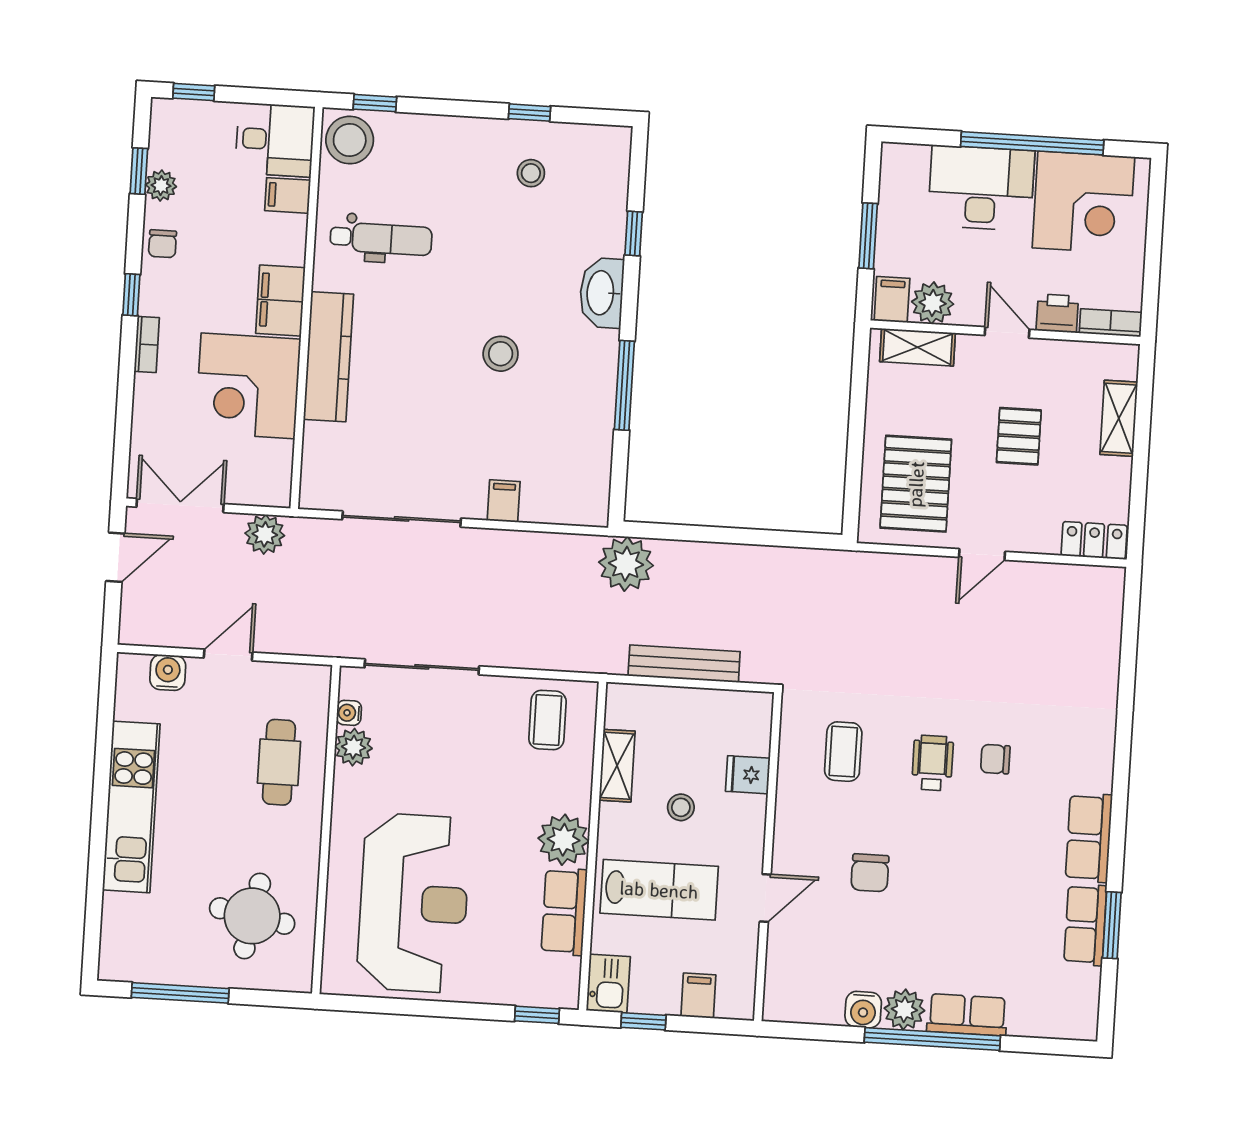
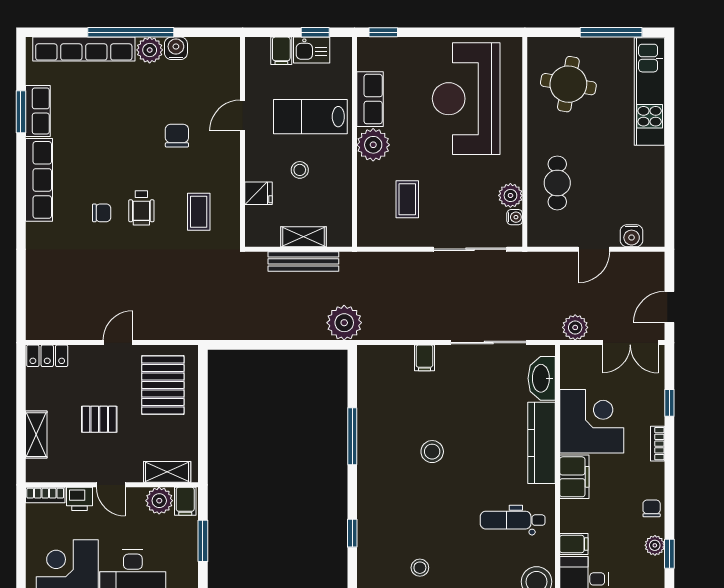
washbasin: (602, 293) -> (542, 378), moved, turned 180
window: (131, 295) -> (669, 403), moved
pallet: (1019, 436) -> (99, 419), turned 90
coffee table: (547, 720) -> (407, 199), moved
shelving: (617, 766) -> (304, 237), moved, turned 90
kitchen unit: (131, 807) -> (650, 91), moved
row of seats: (1089, 838) -> (39, 180), width x1.48
kitchen sink: (608, 984) -> (312, 50), moved, turned -90
row of seats: (967, 1015) -> (84, 49), width x2.02

